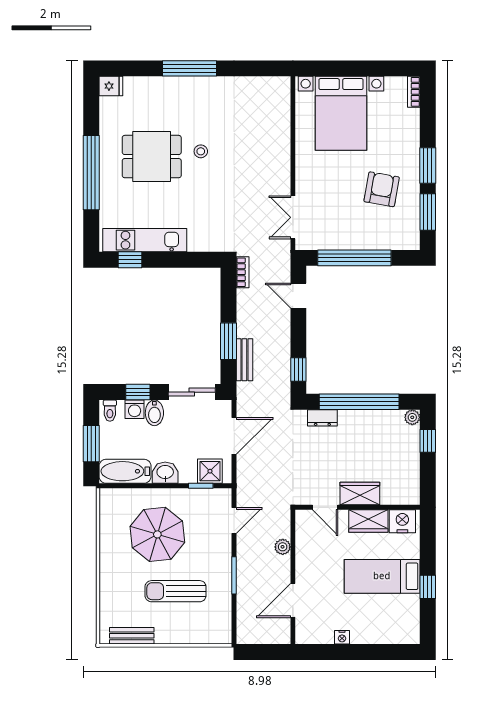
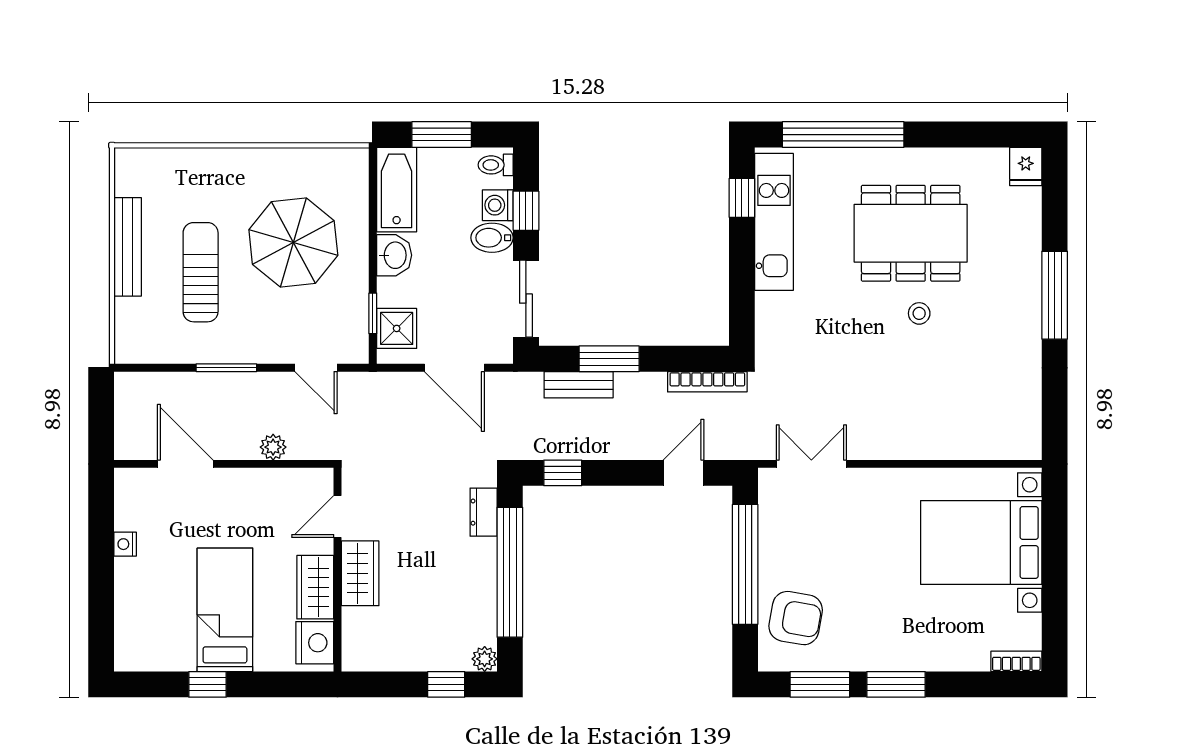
dining table: (152, 157) -> (911, 233), width x1.38
window: (91, 173) -> (843, 135), moved
armchair: (382, 189) -> (796, 618), moved
bookcase: (243, 272) -> (707, 382), width x1.56
bench: (132, 636) -> (128, 247), moved, width x1.36

